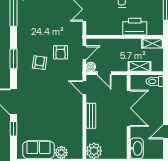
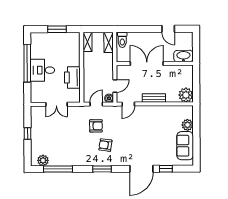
printer: (135, 27) -> (72, 77), moved
door: (84, 53) -> (96, 104), hinge flipped
shelving: (140, 66) -> (109, 42), moved

